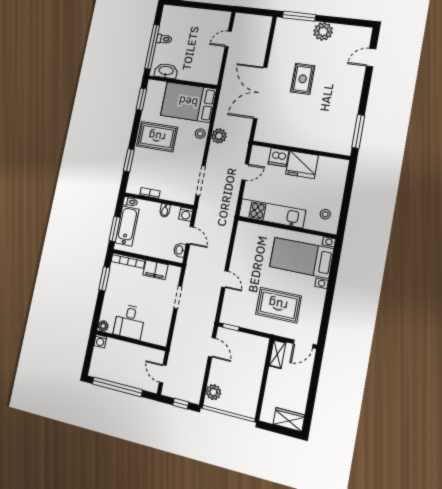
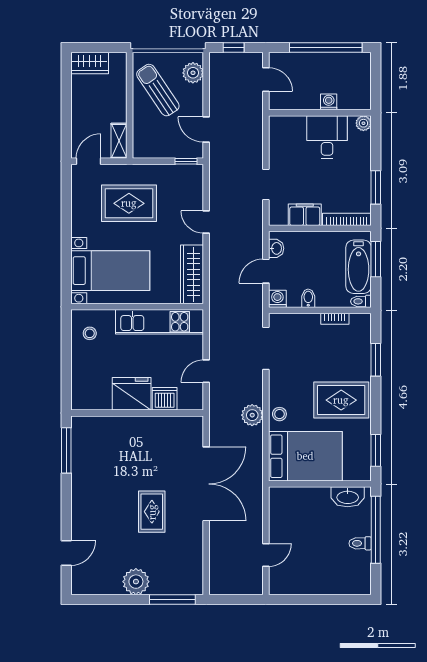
door: (190, 235) -> (266, 271), hinge flipped
wardrobe: (242, 243) -> (192, 274), added
washing machine: (100, 341) -> (329, 102), moved
sun lounger: (241, 386) -> (158, 90), added

